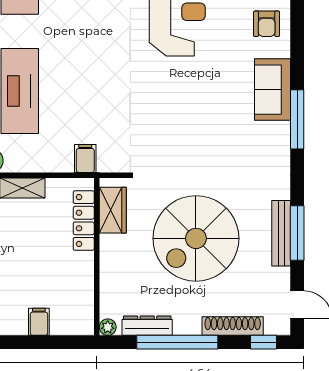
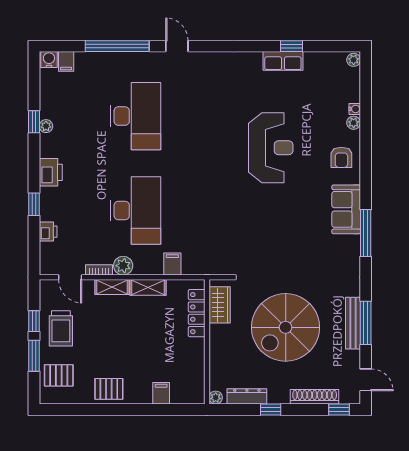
filing cabinet: (85, 158) -> (172, 264), moved
window: (177, 342) -> (271, 409), width x0.32

